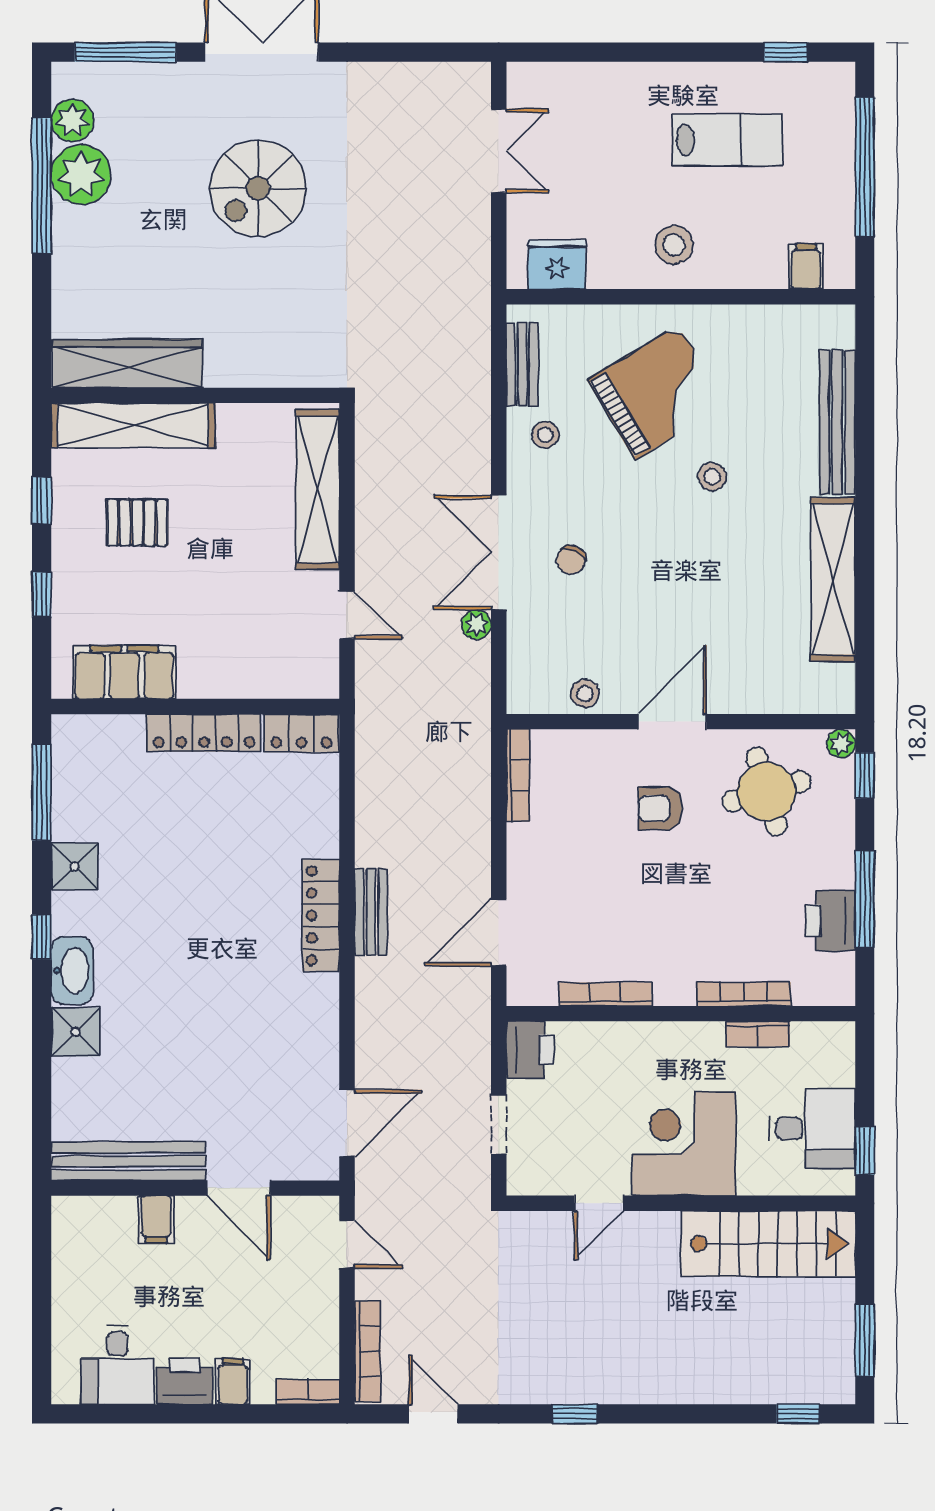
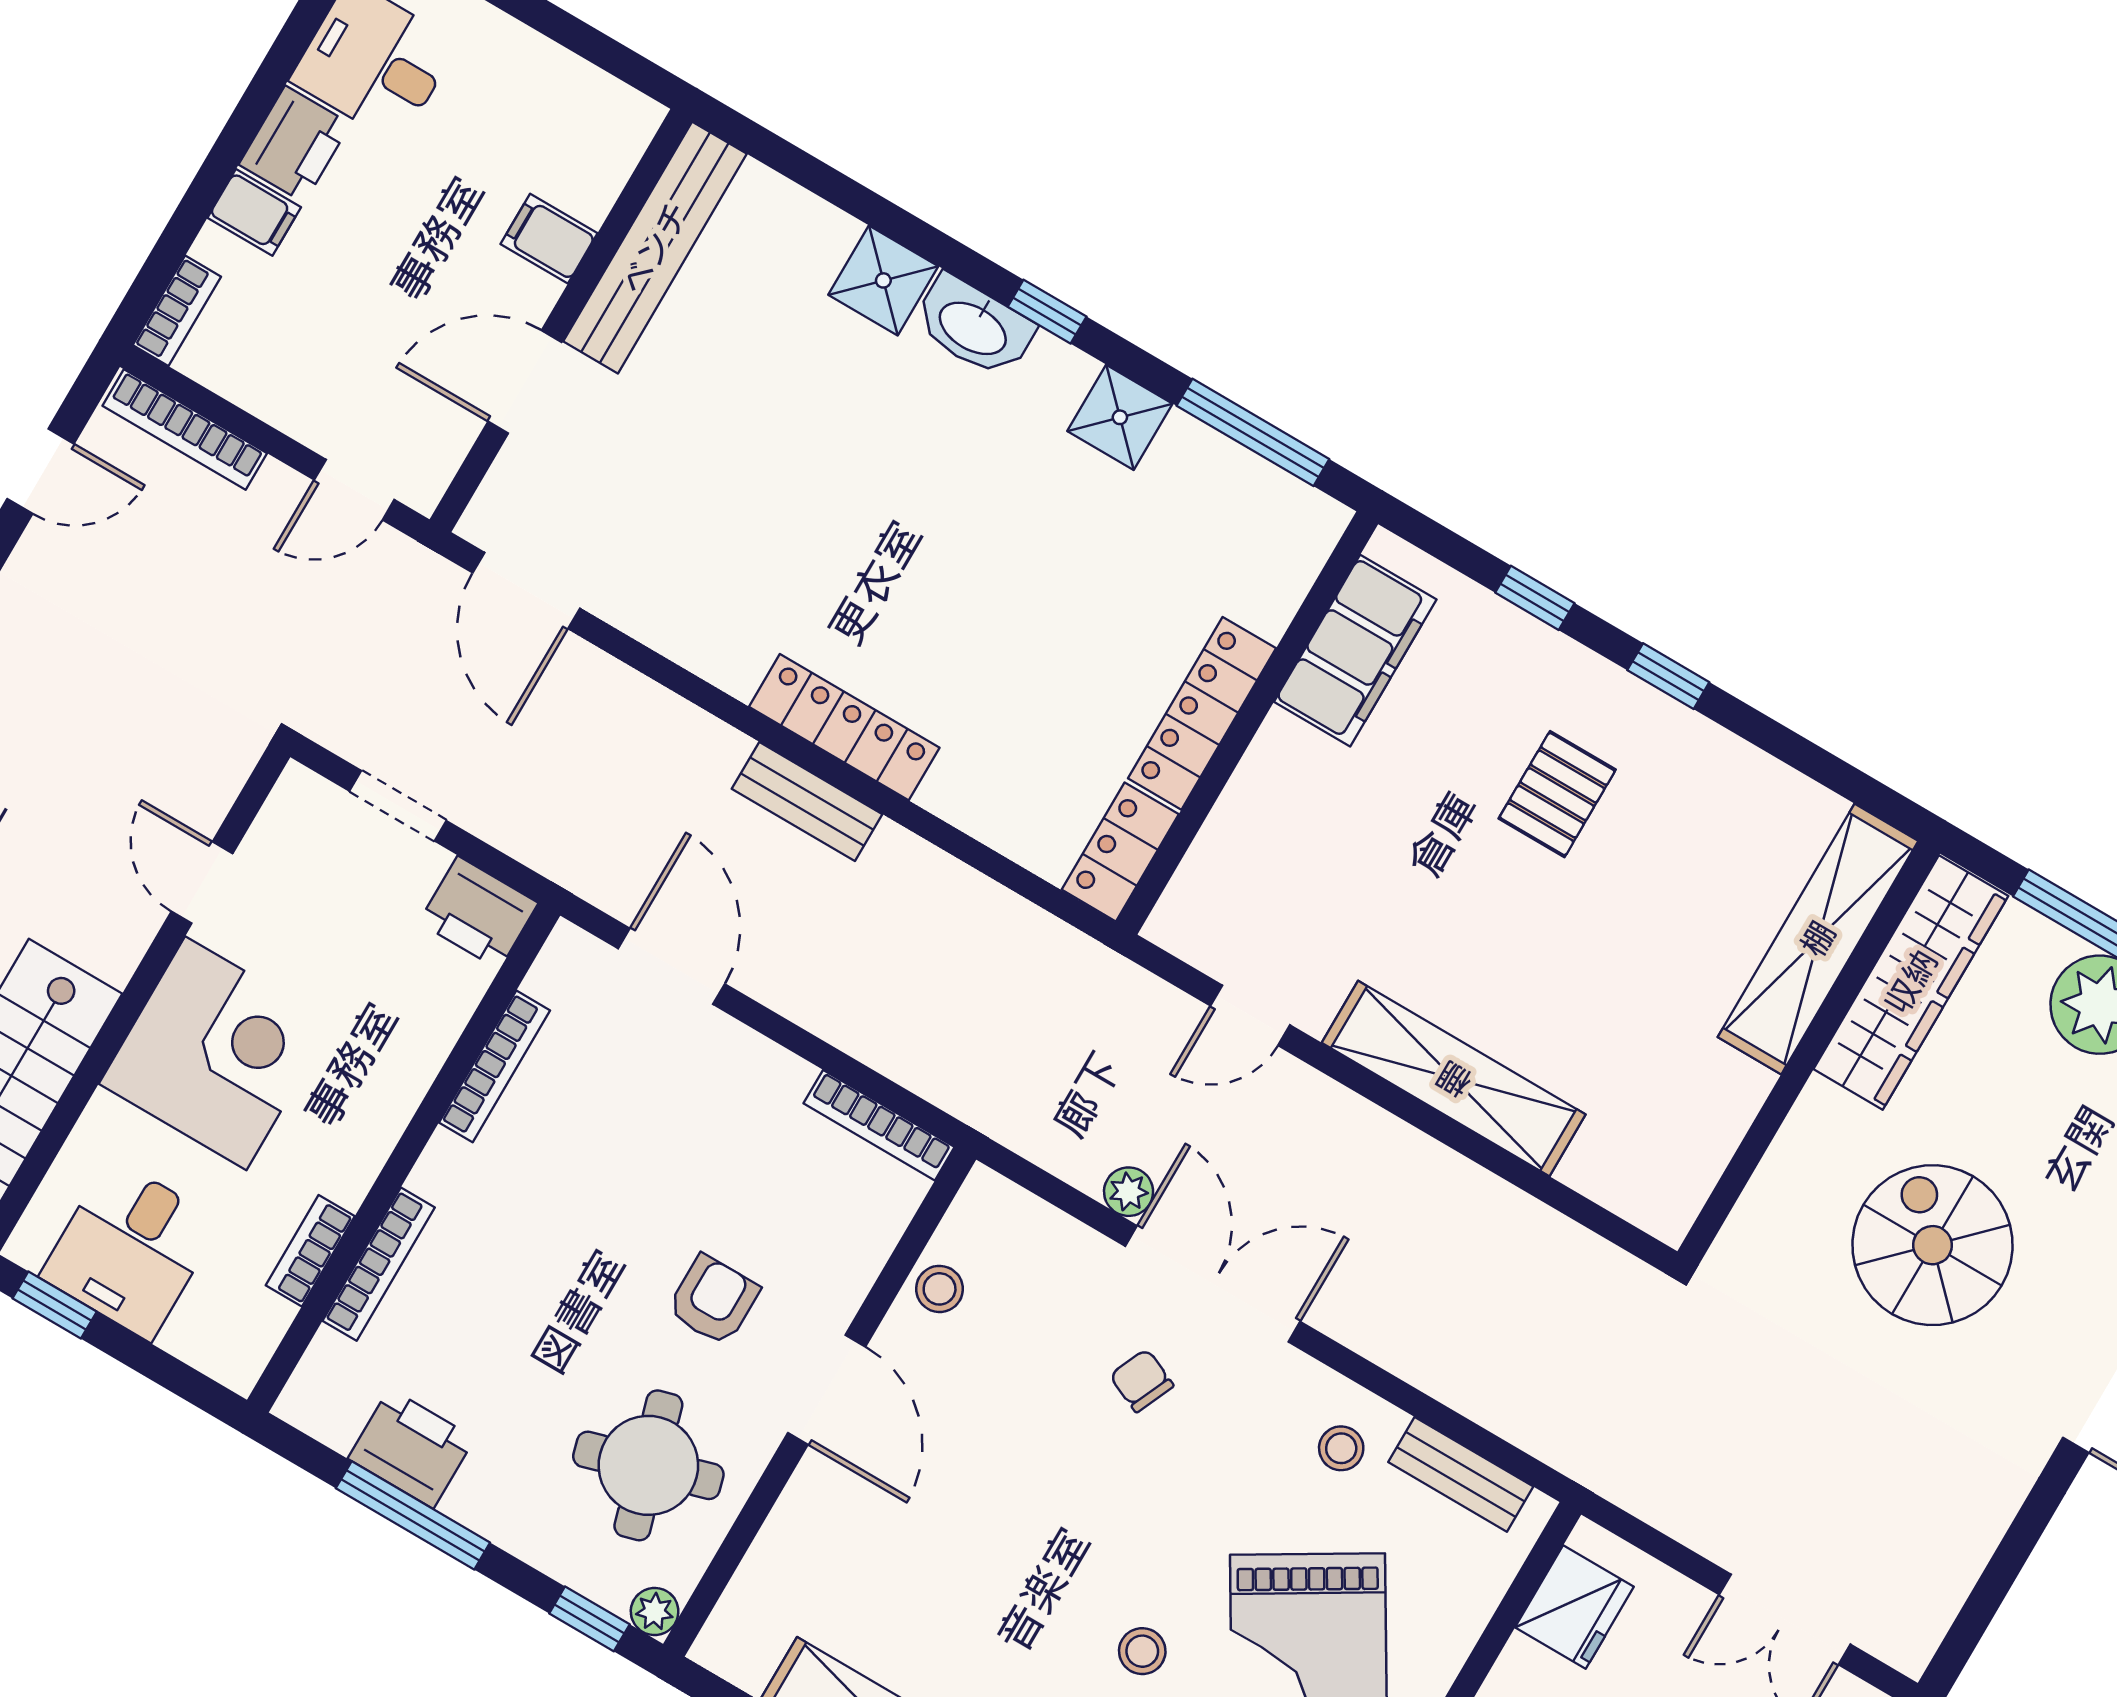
wardrobe: (127, 364) -> (1911, 982), moved
wall: (195, 395) -> (1809, 1053), moved
shelving: (133, 425) -> (1818, 939), moved

